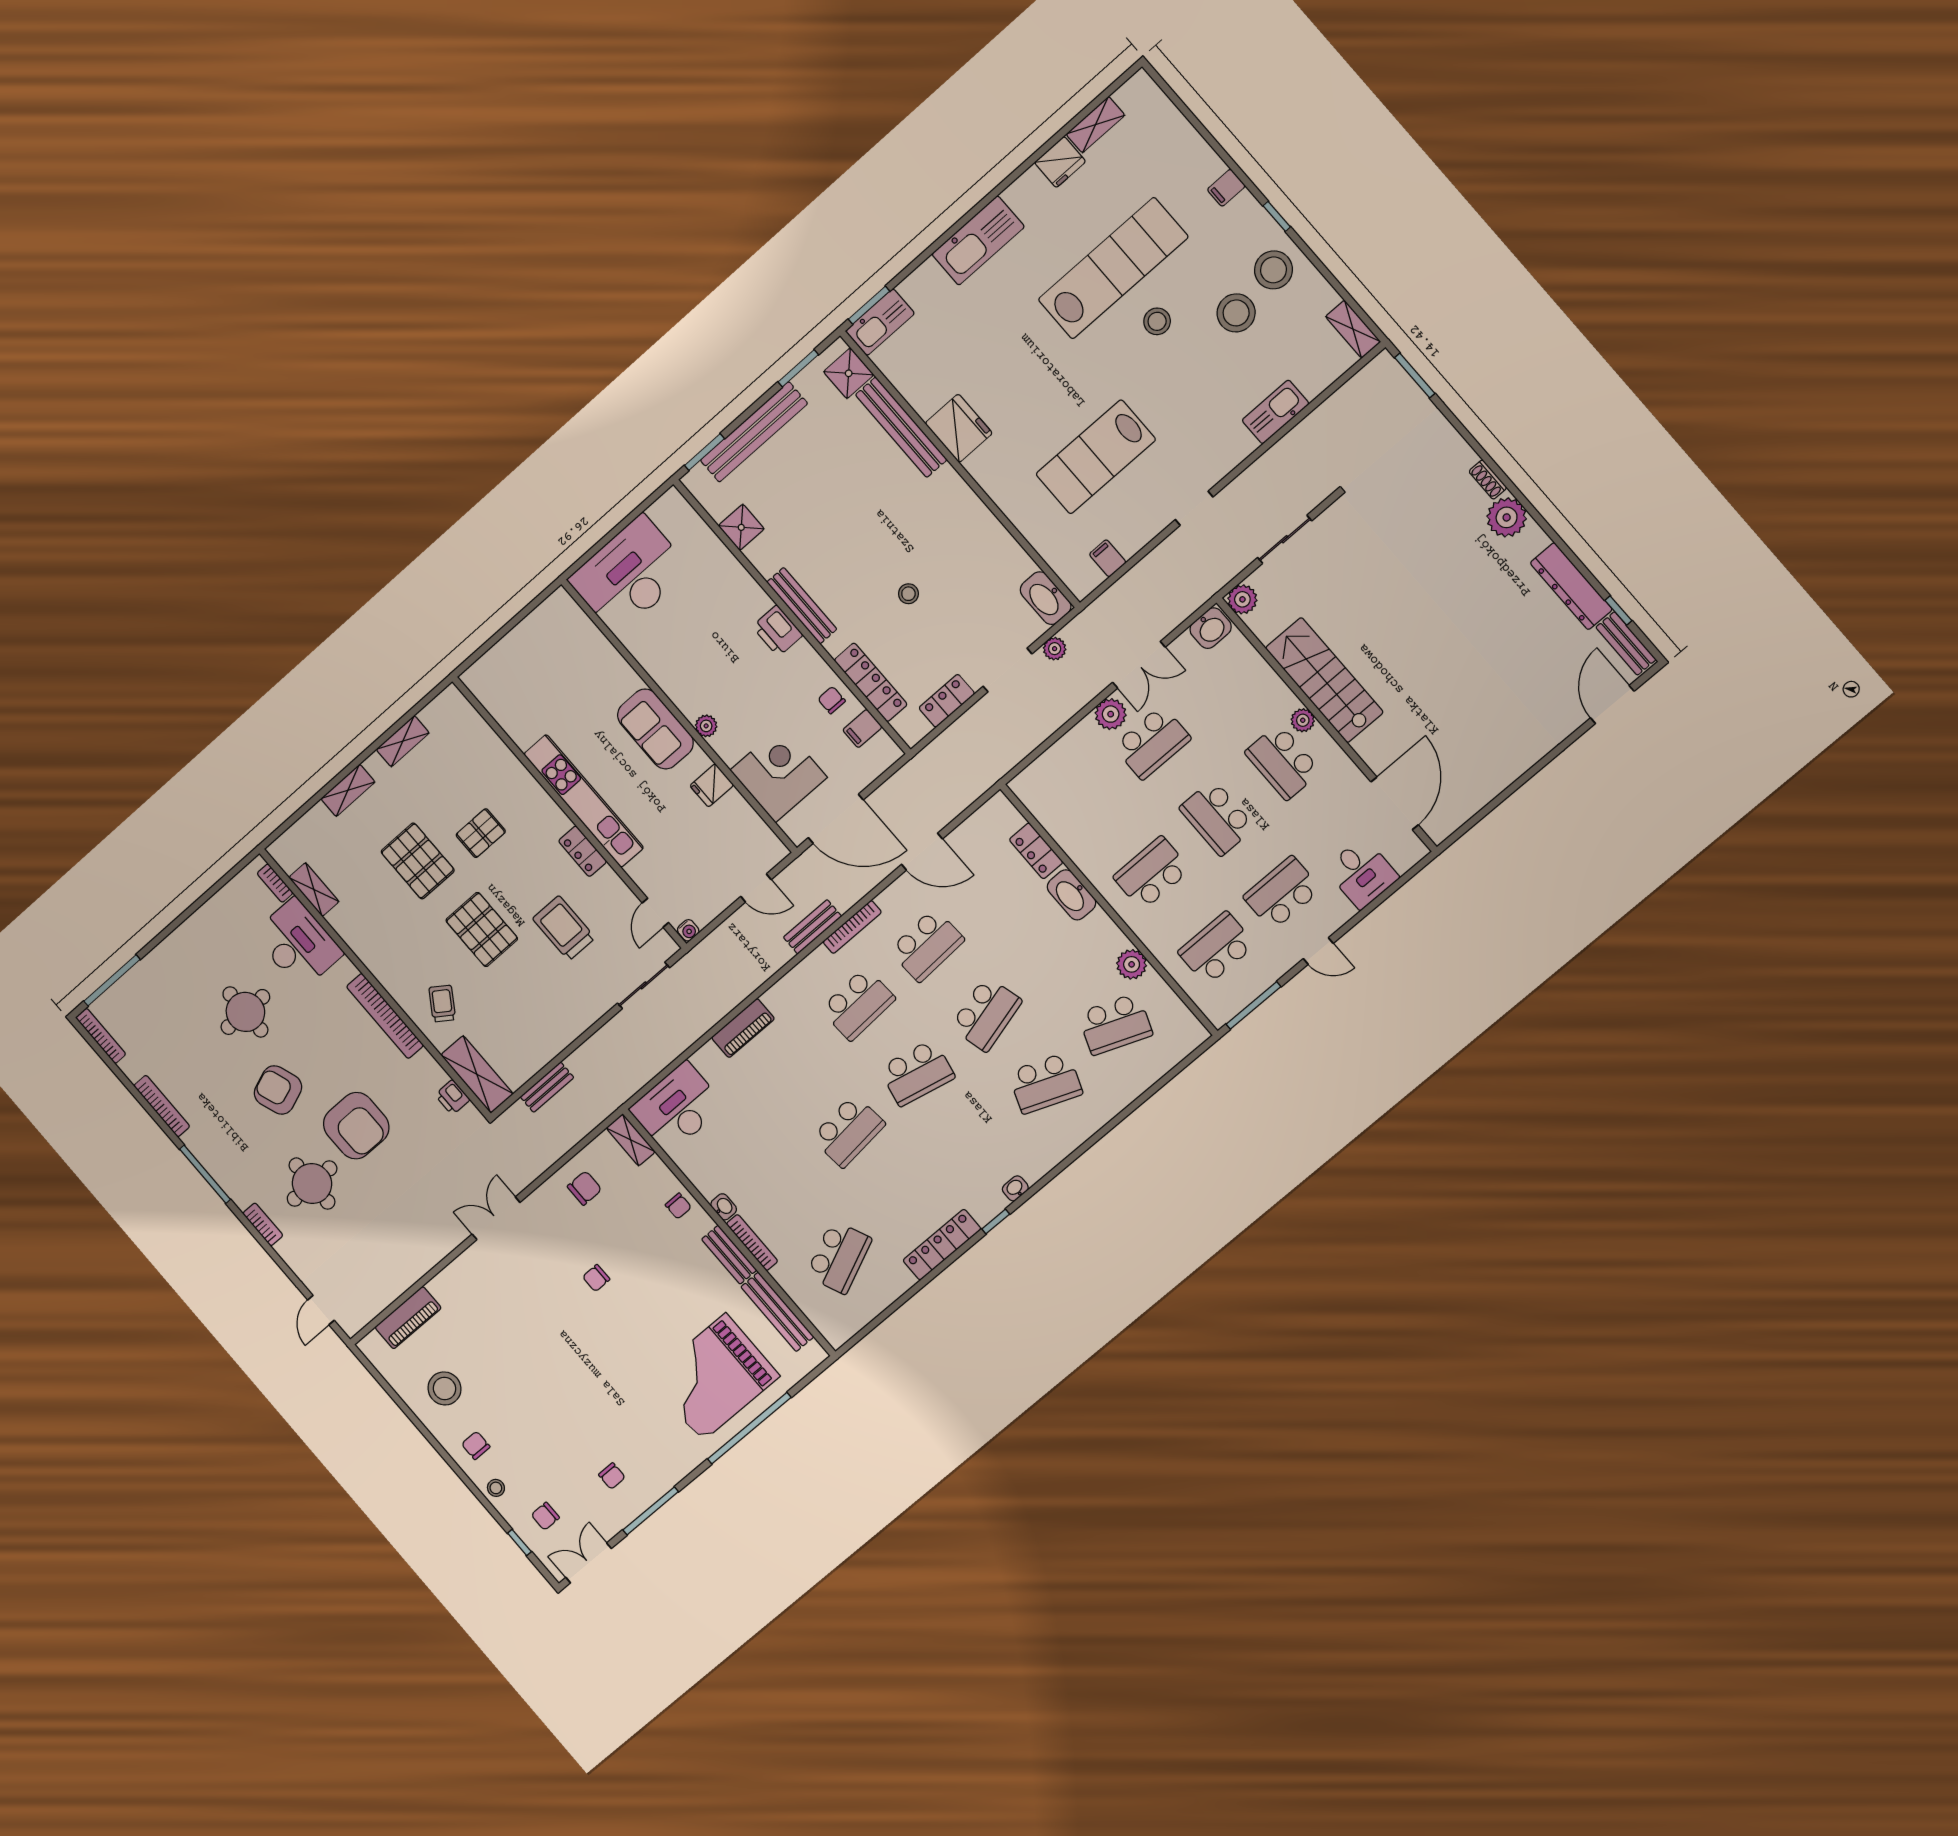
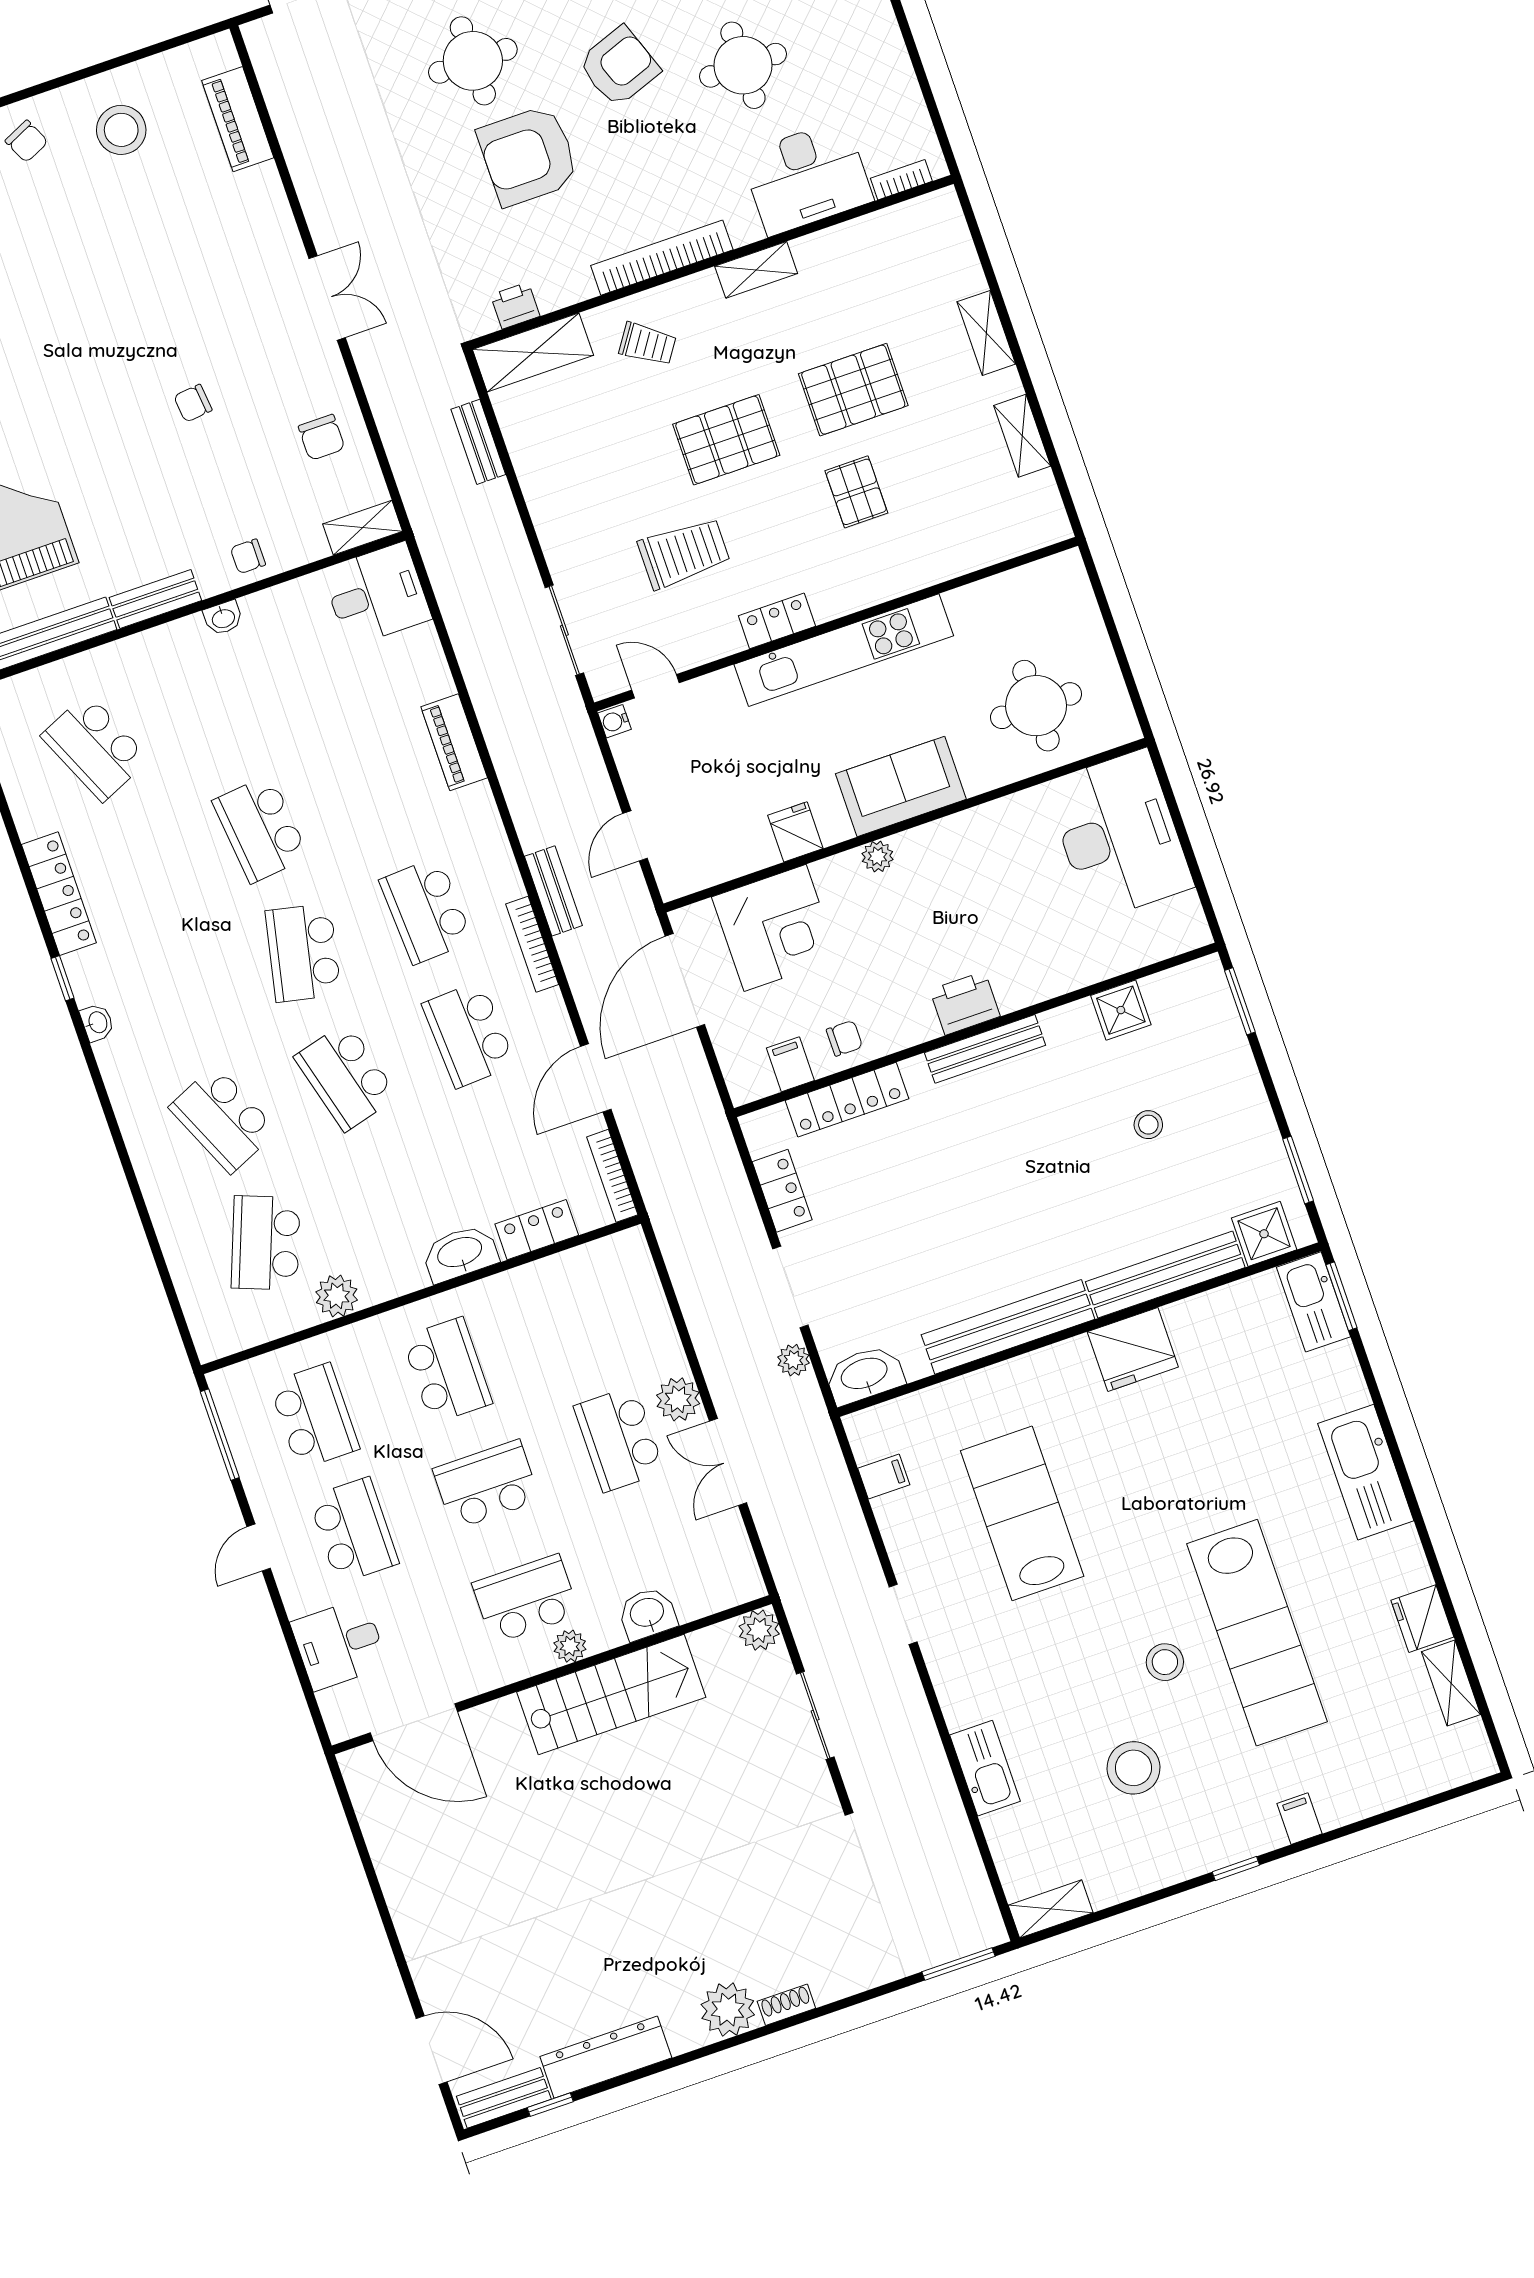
stool: (1273, 270) -> (1169, 1837), removed
bench: (754, 432) -> (1008, 1327), moved, turned 90
stool: (908, 594) -> (1148, 1125), moved
washbasin: (1211, 628) -> (647, 1614), moved, turned 90
round table: (569, 663) -> (1036, 706), added
shelving: (314, 890) -> (756, 270), moved
school desk: (1045, 1083) -> (223, 1119), turned -45
desk: (677, 1108) -> (377, 594), width x0.73
bookcase: (752, 1243) -> (612, 1176), moved, turned 90
chair: (596, 1278) -> (193, 403), turned -96
chair: (476, 1445) -> (27, 141), turned 65

